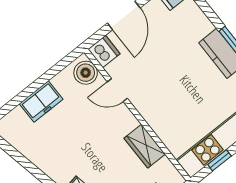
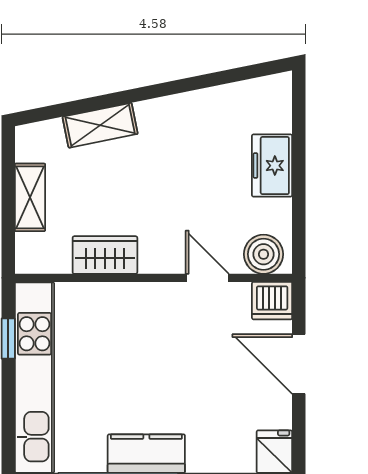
door: (117, 90) -> (207, 278), hinge flipped

